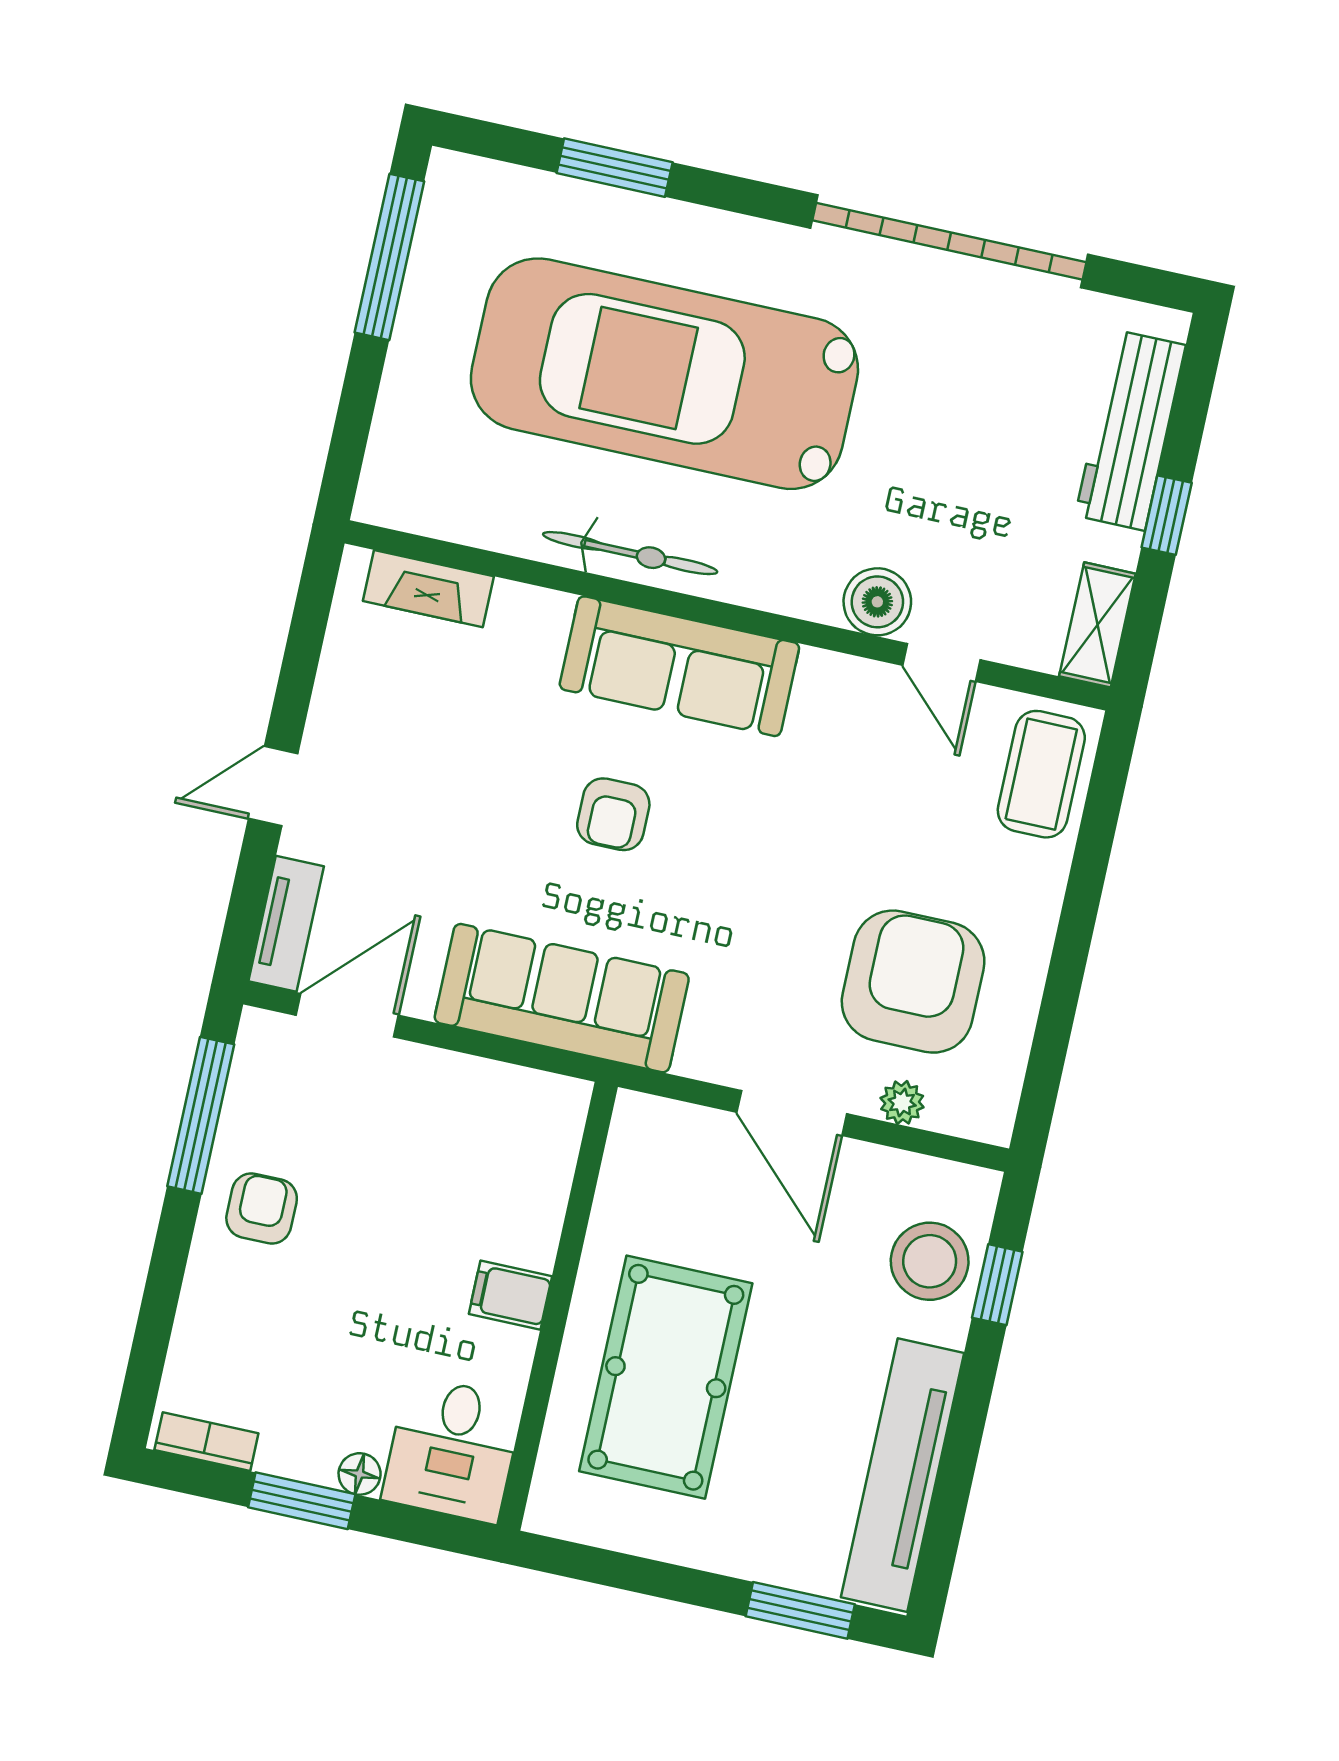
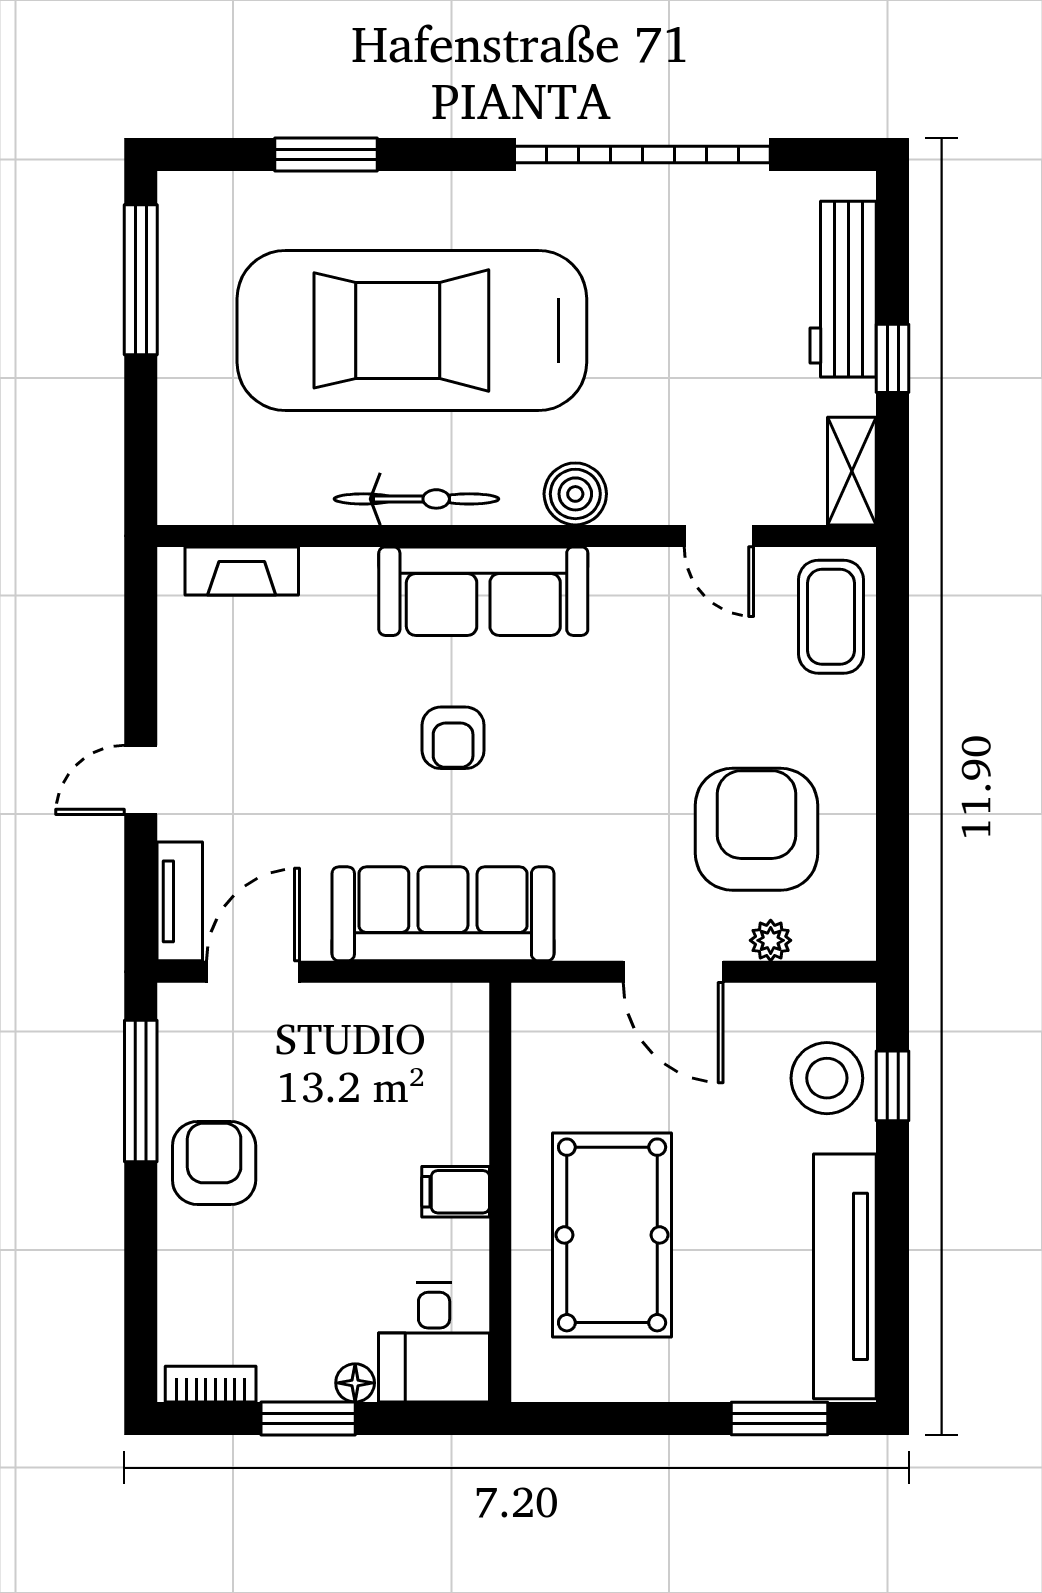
boiler: (877, 602) -> (575, 494), moved
armchair: (262, 1209) -> (214, 1163), width x1.38, depth x1.38

